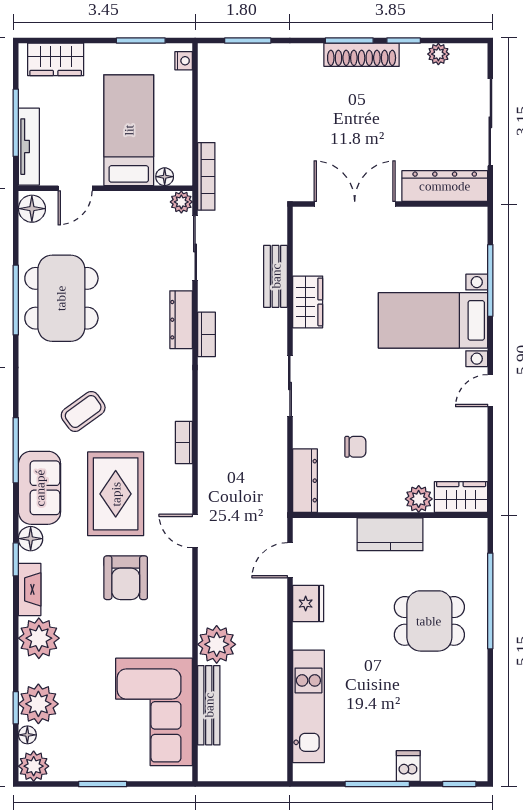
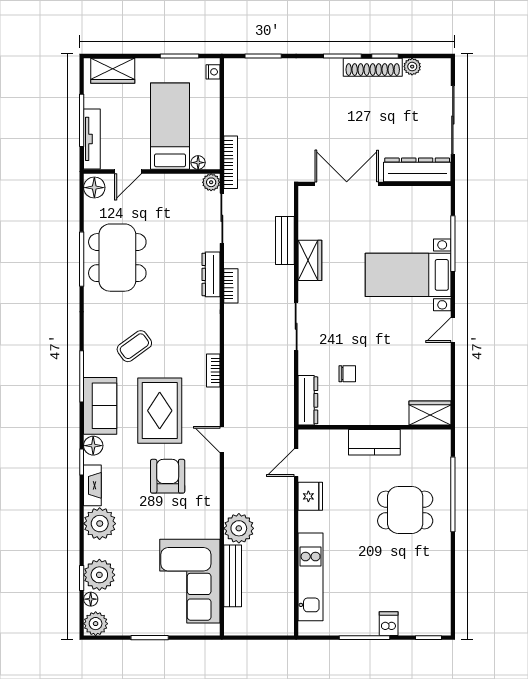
shoe rack: (362, 55) -> (373, 67), moved
plant: (419, 499) -> (397, 415), removed
armchair: (126, 578) -> (168, 476), turned 180

